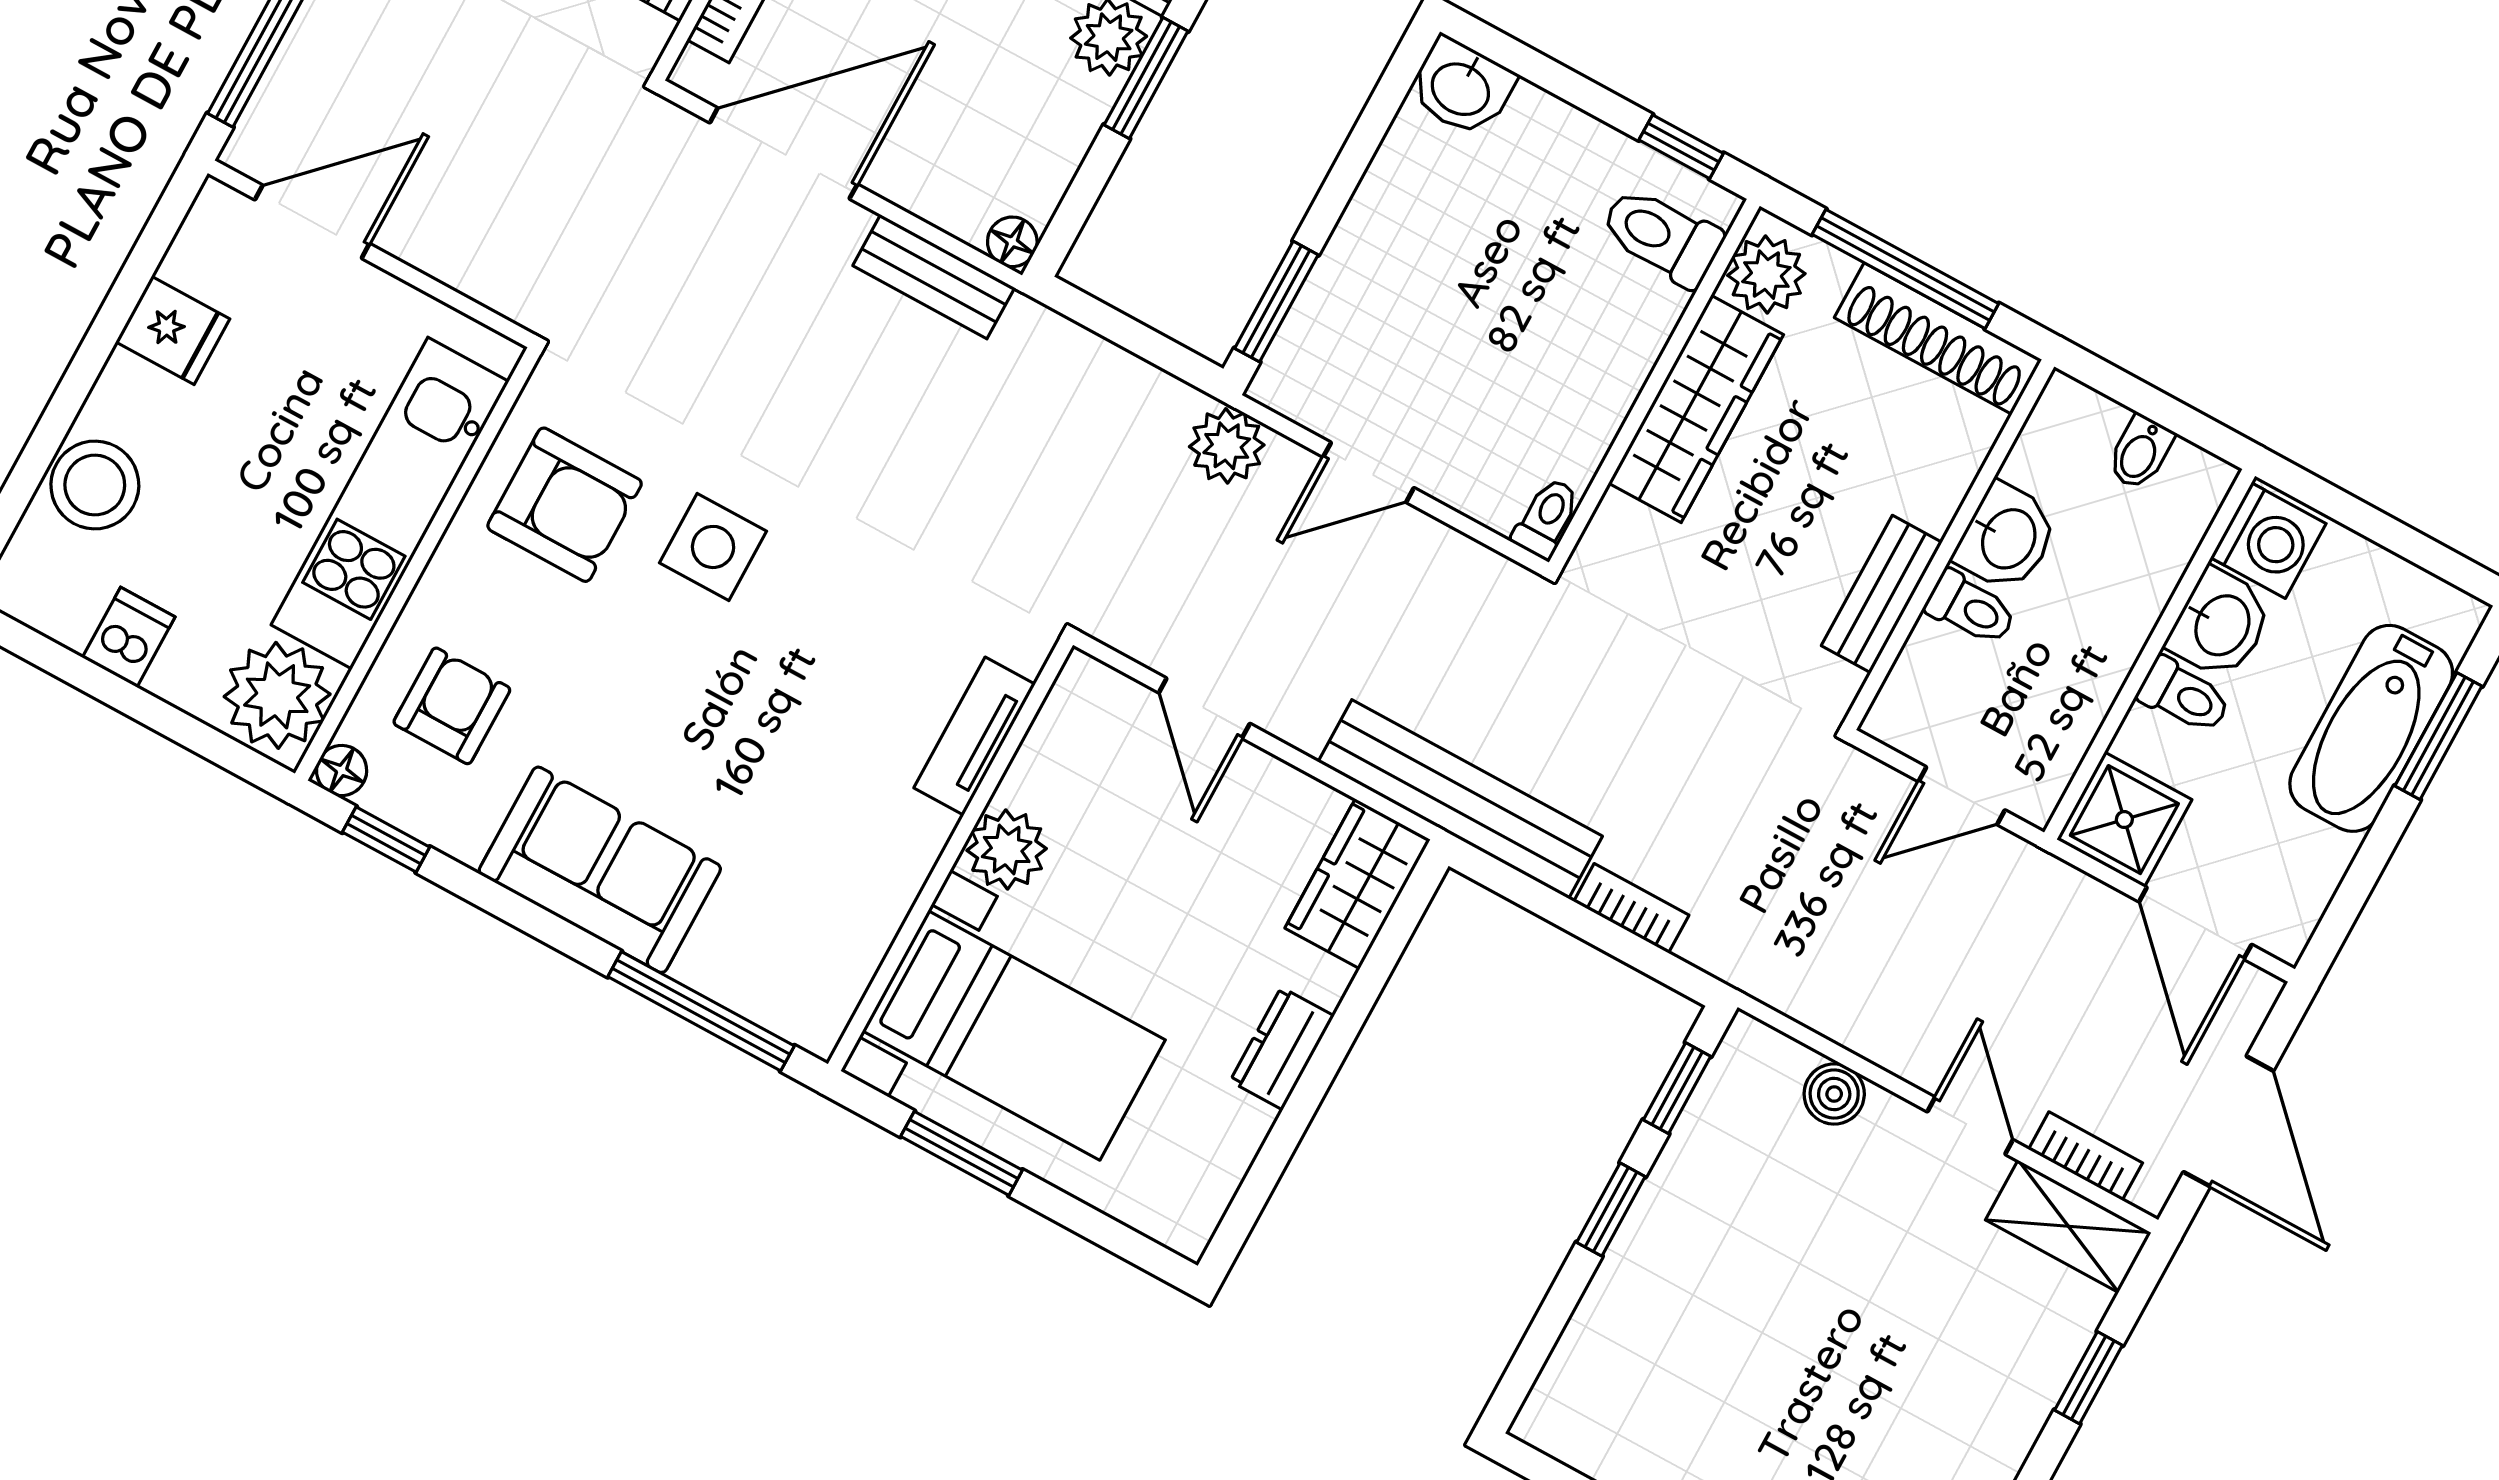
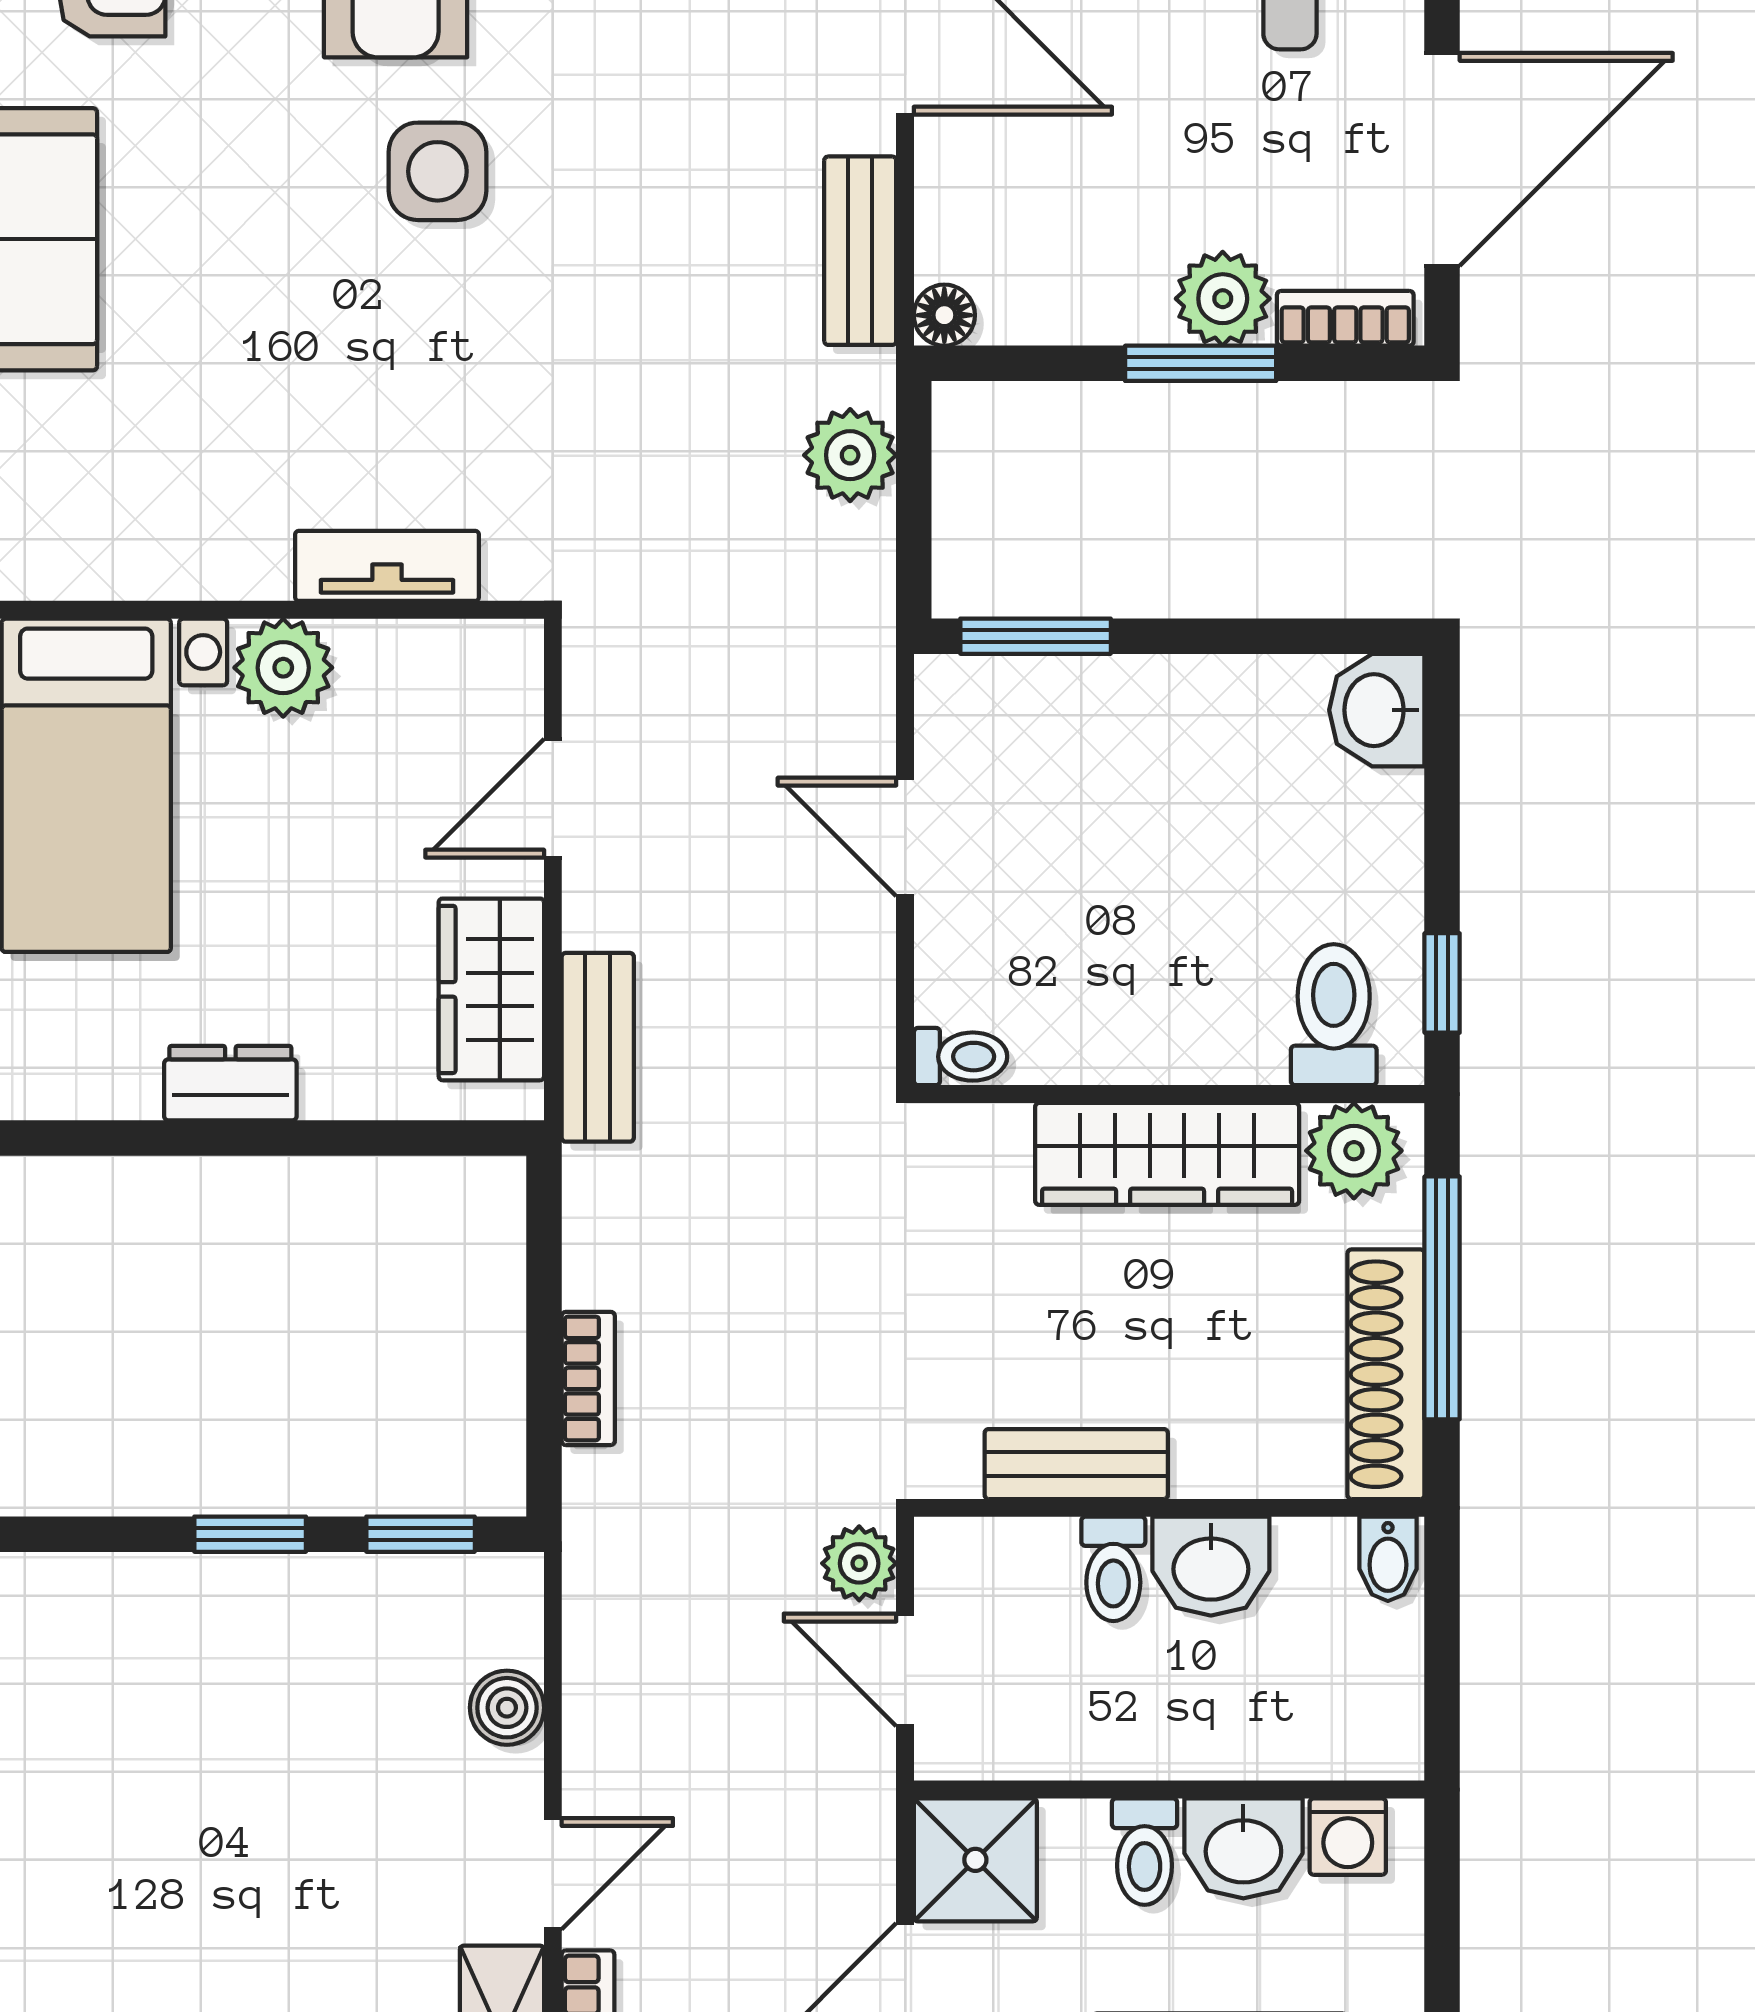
plant: (1227, 446) -> (850, 455), moved
bidet: (2140, 452) -> (1388, 1559), moved, turned -90
washing machine: (2268, 541) -> (1348, 1837), width x0.73, depth x0.73
plant: (1868, 787) -> (859, 1563), added
bench: (1460, 799) -> (598, 1047), width x0.54, depth x0.82
wardrobe: (1358, 884) -> (491, 989), moved, turned -90

